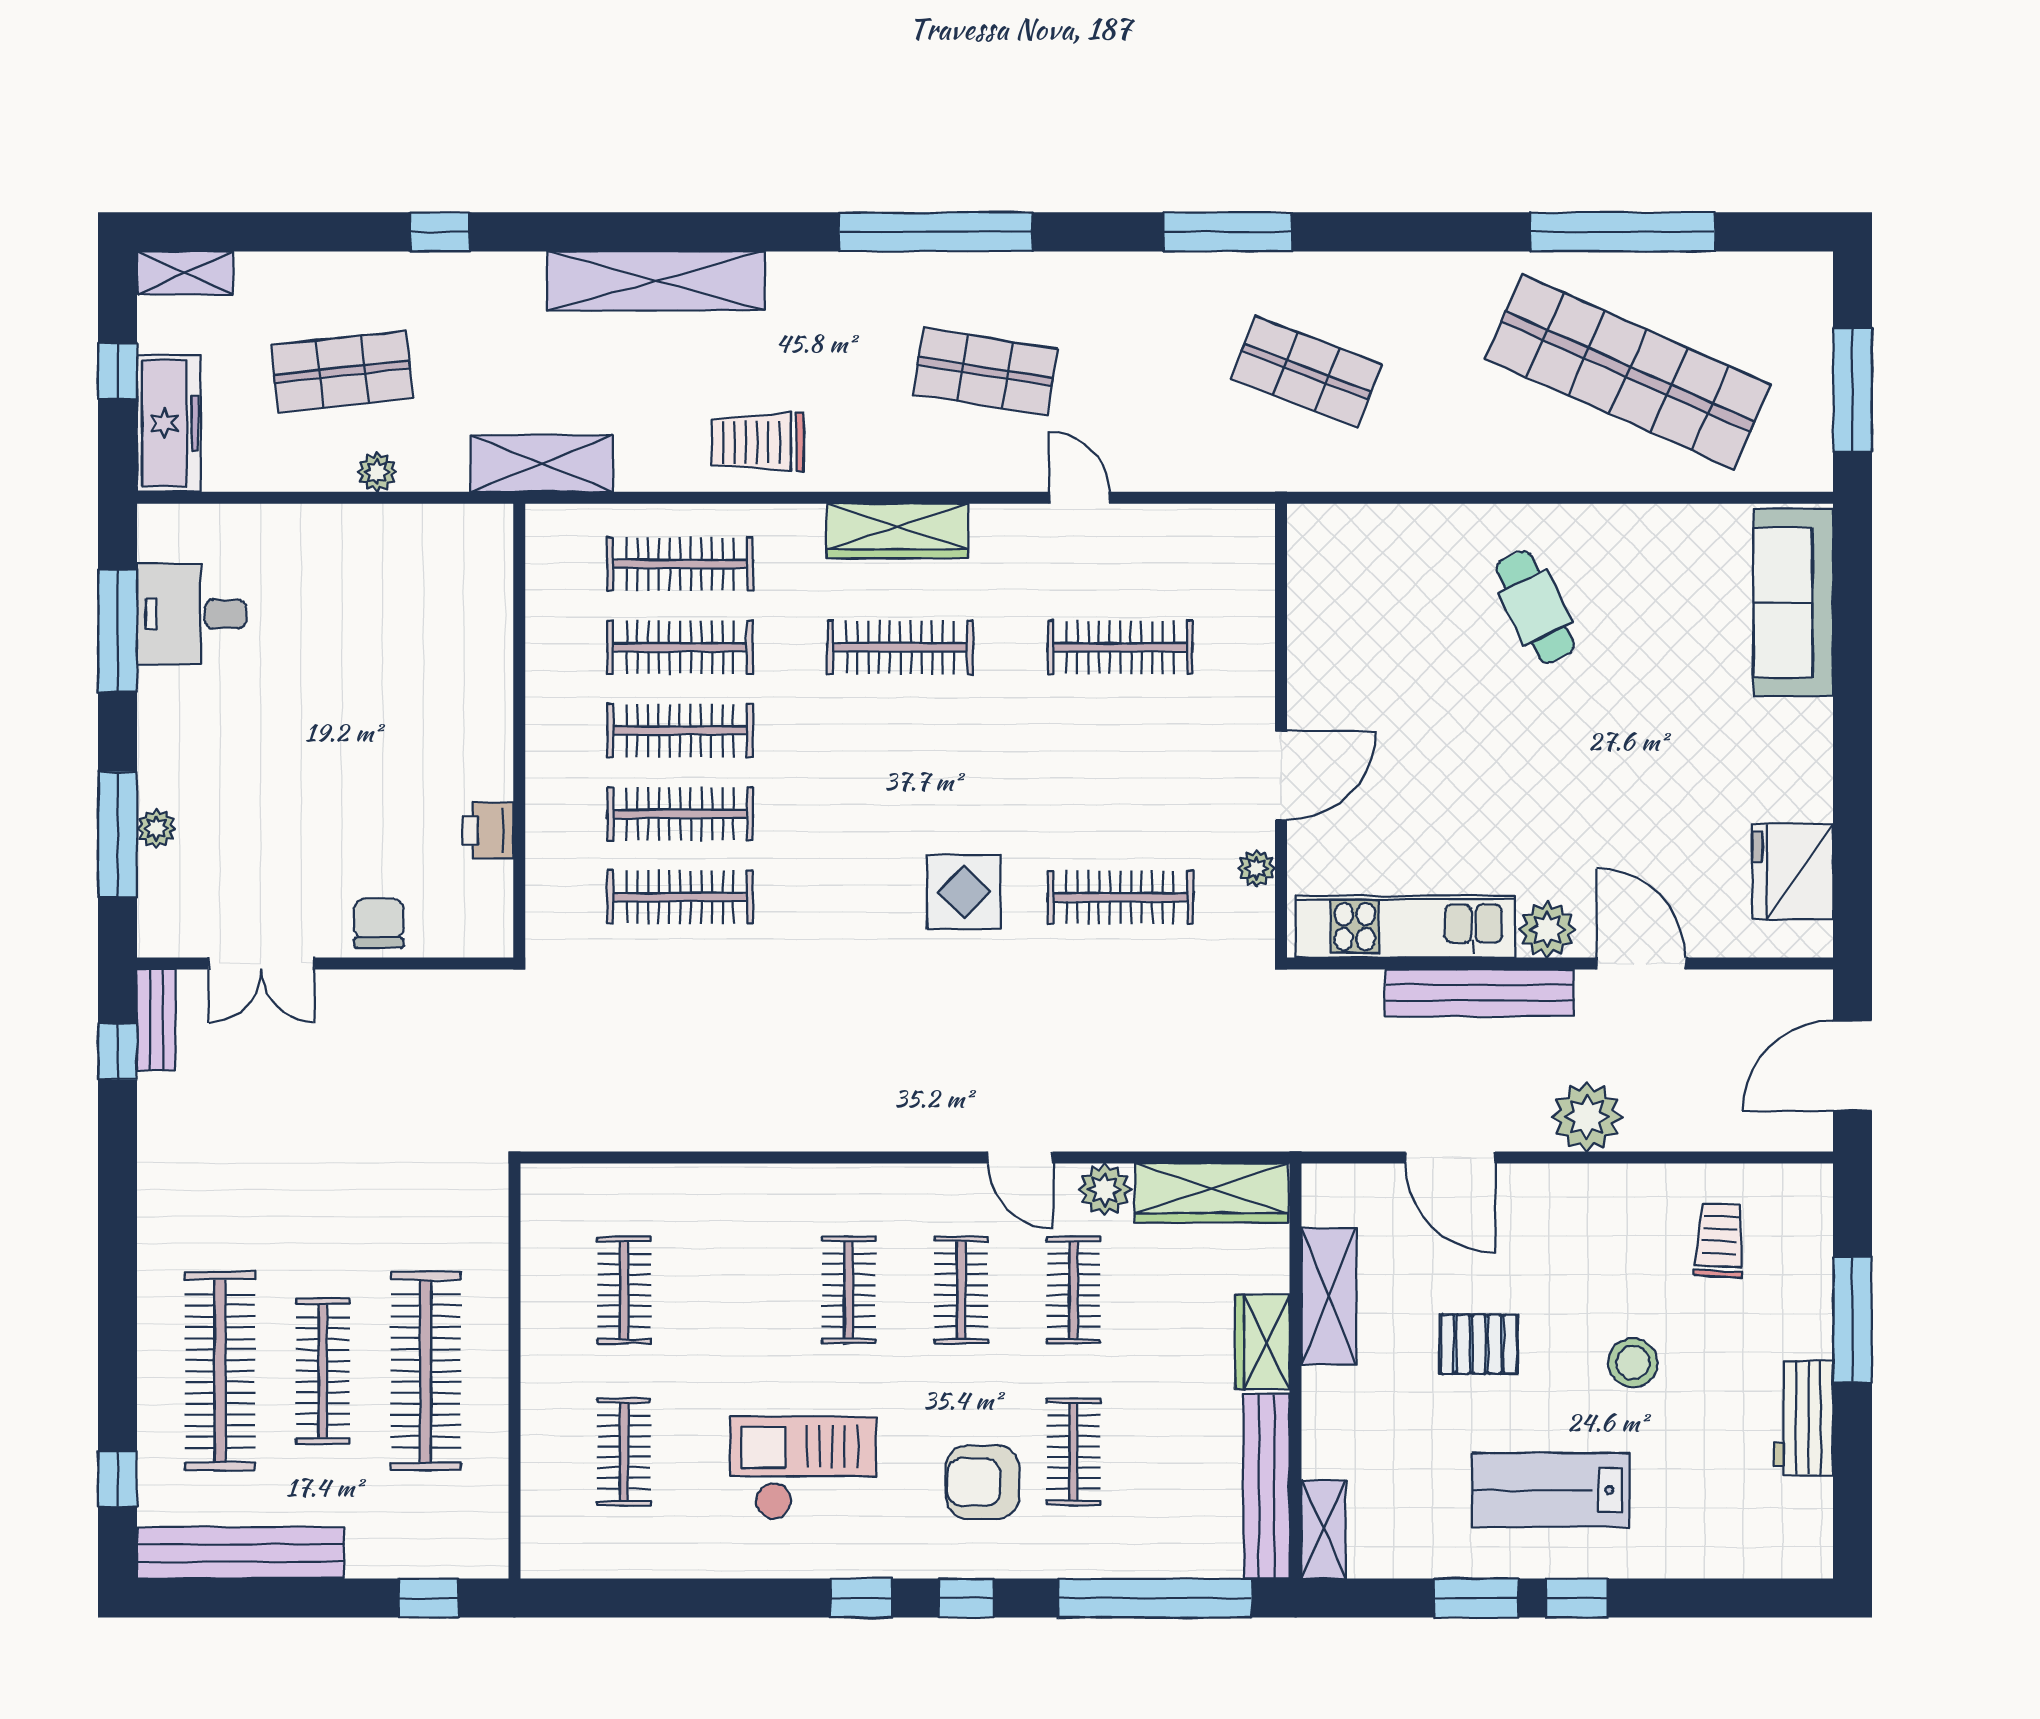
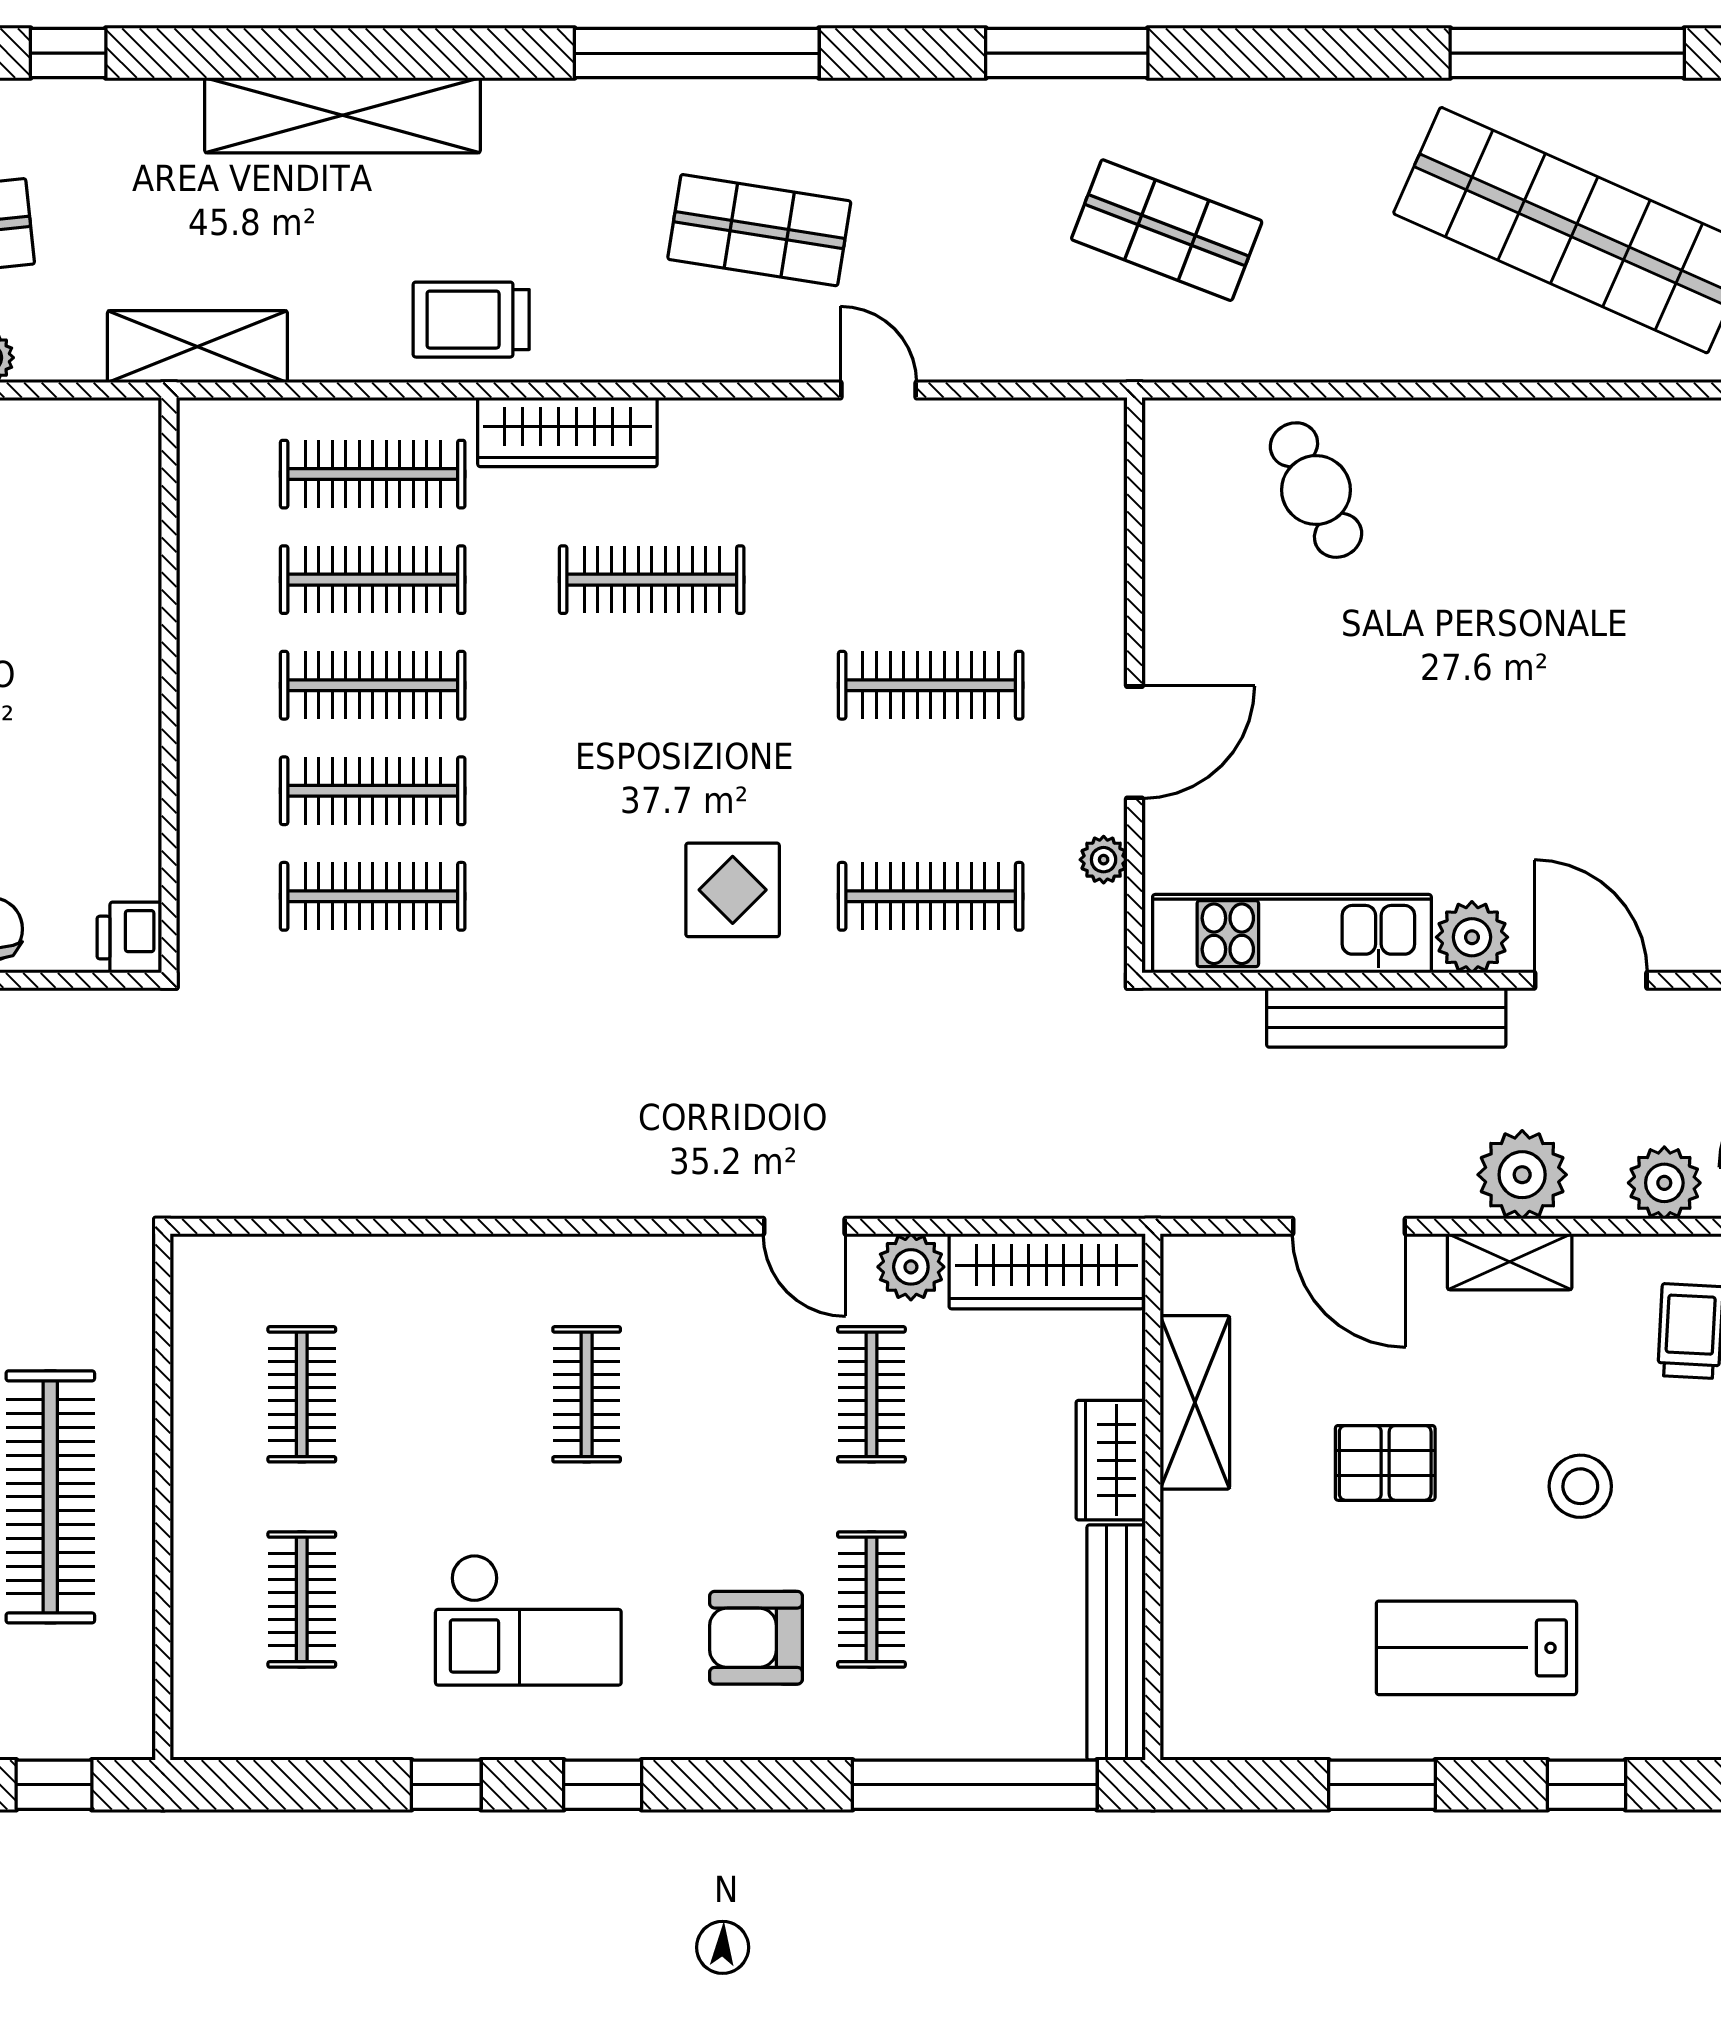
wardrobe: (898, 531) -> (567, 432), moved
cafe table: (1535, 607) -> (1316, 490), moved
clothes rail: (1120, 647) -> (931, 685), moved
printer: (488, 831) -> (129, 938), moved
plant: (1699, 1123) -> (1664, 1183), added
clothes rail: (961, 1290) -> (729, 1394), removed
checkout: (803, 1468) -> (528, 1620), turned 180
shelving: (1323, 1530) -> (1510, 1262), moved, turned 90
window: (966, 1598) -> (446, 1785), moved
window: (1577, 1598) -> (1587, 1785), moved

